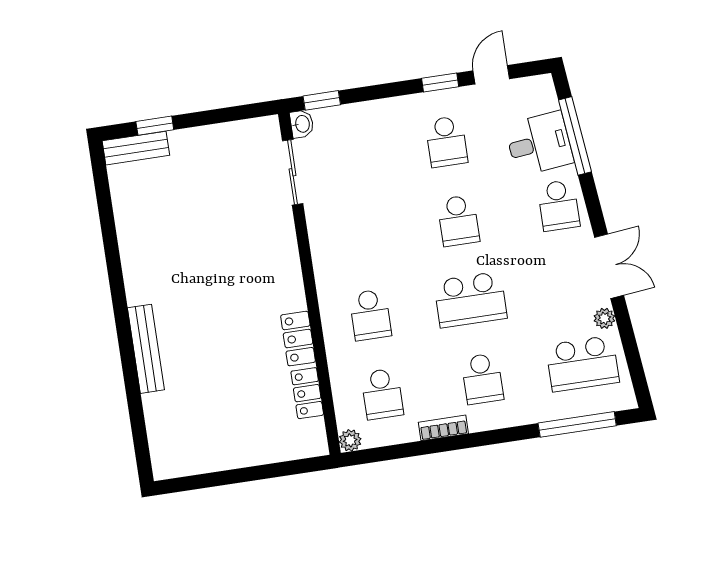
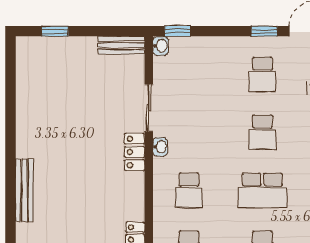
bench: (136, 148) -> (121, 45), moved
sliding door: (293, 172) -> (149, 108), moved
washbasin: (322, 262) -> (160, 147), added
locker: (298, 339) -> (135, 152), moved

